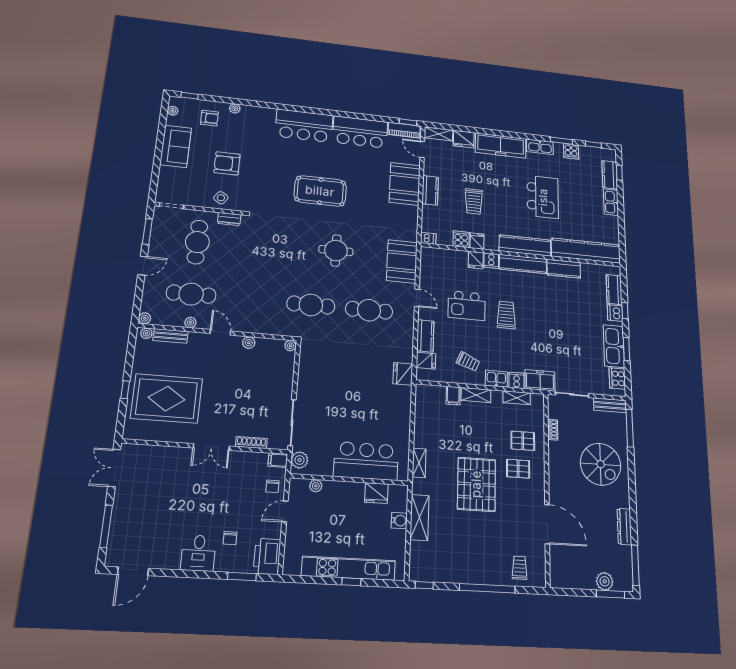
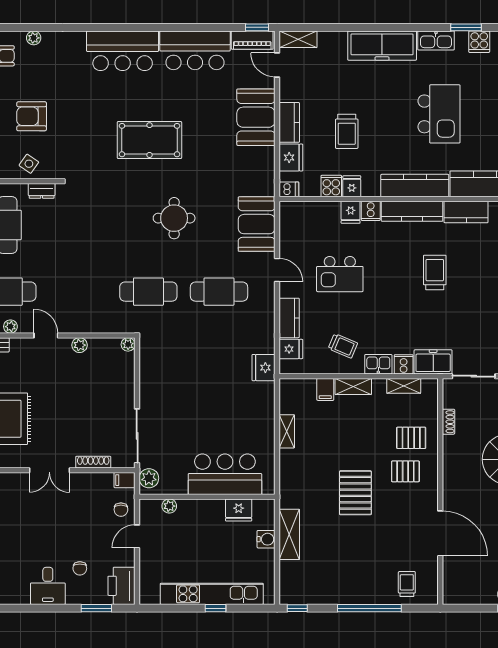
fridge: (464, 139) -> (291, 158), moved, turned -90
trolley: (506, 315) -> (435, 272), moved
shelving: (419, 463) -> (287, 431), moved
pallet: (476, 484) -> (355, 493), width x0.73, depth x0.71

